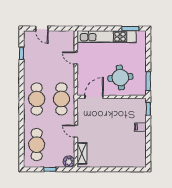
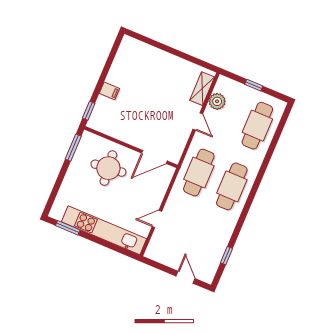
door: (76, 58) -> (157, 219), swing flipped
plant: (69, 162) -> (217, 101), moved

